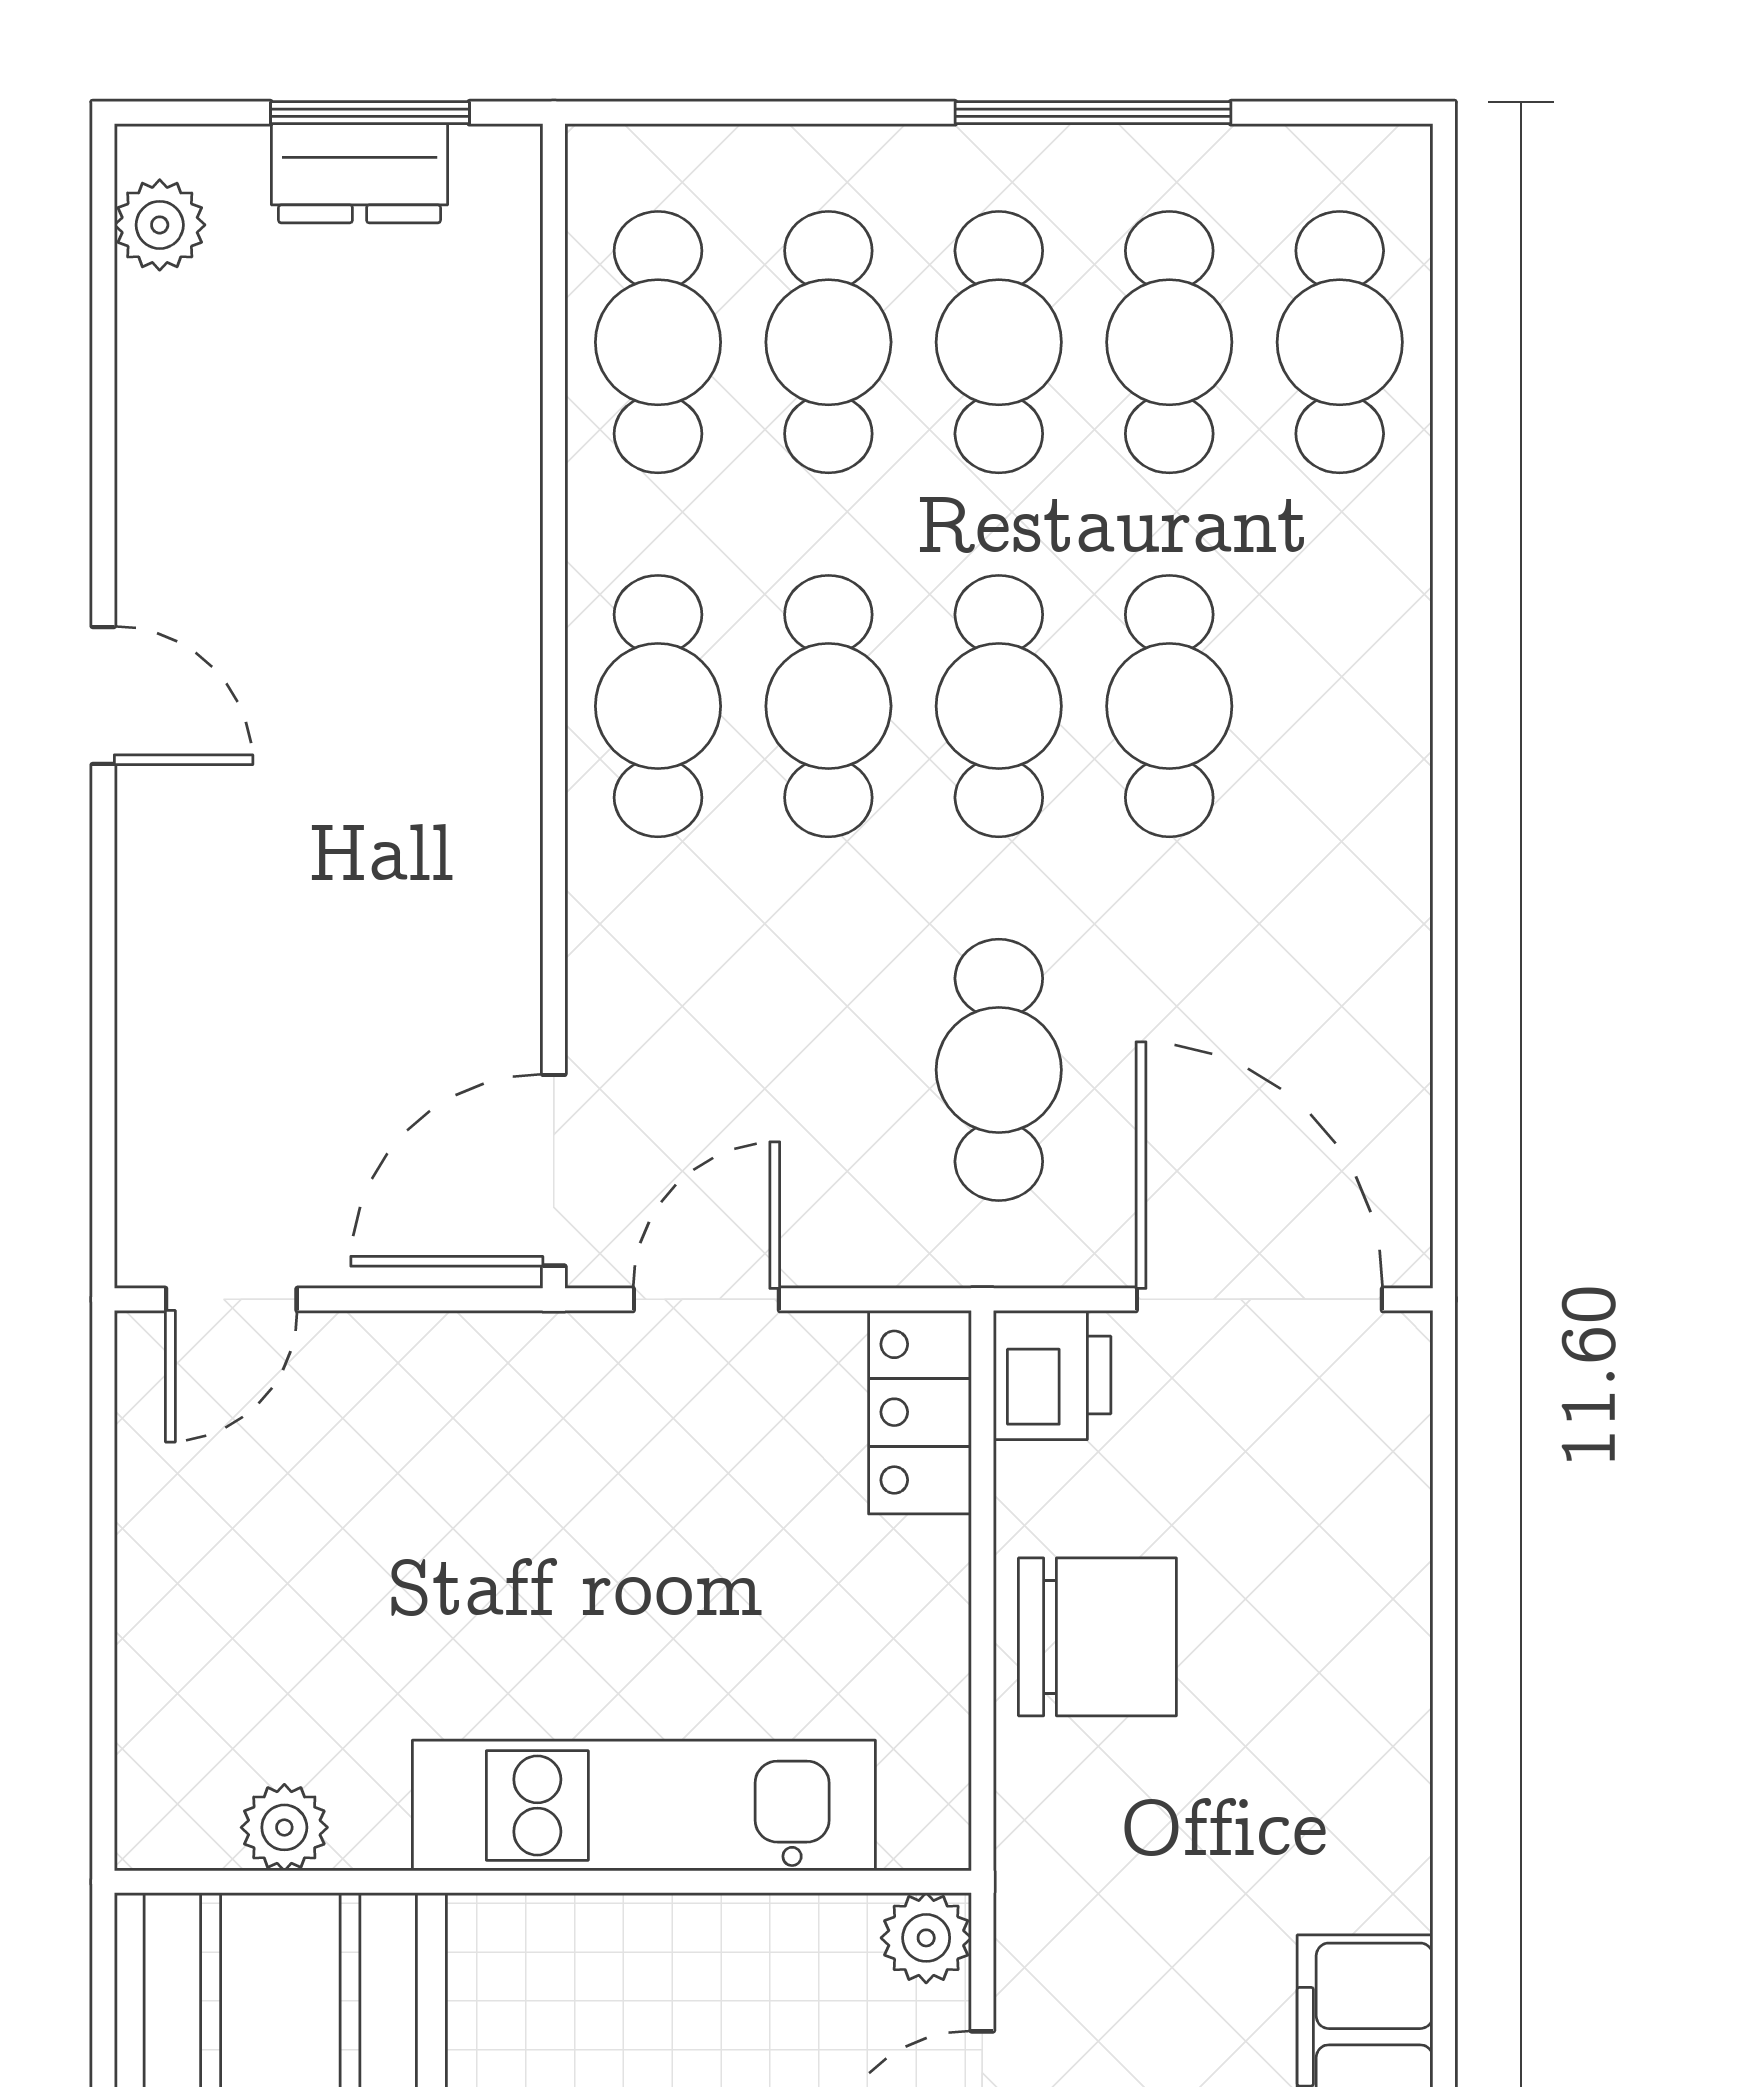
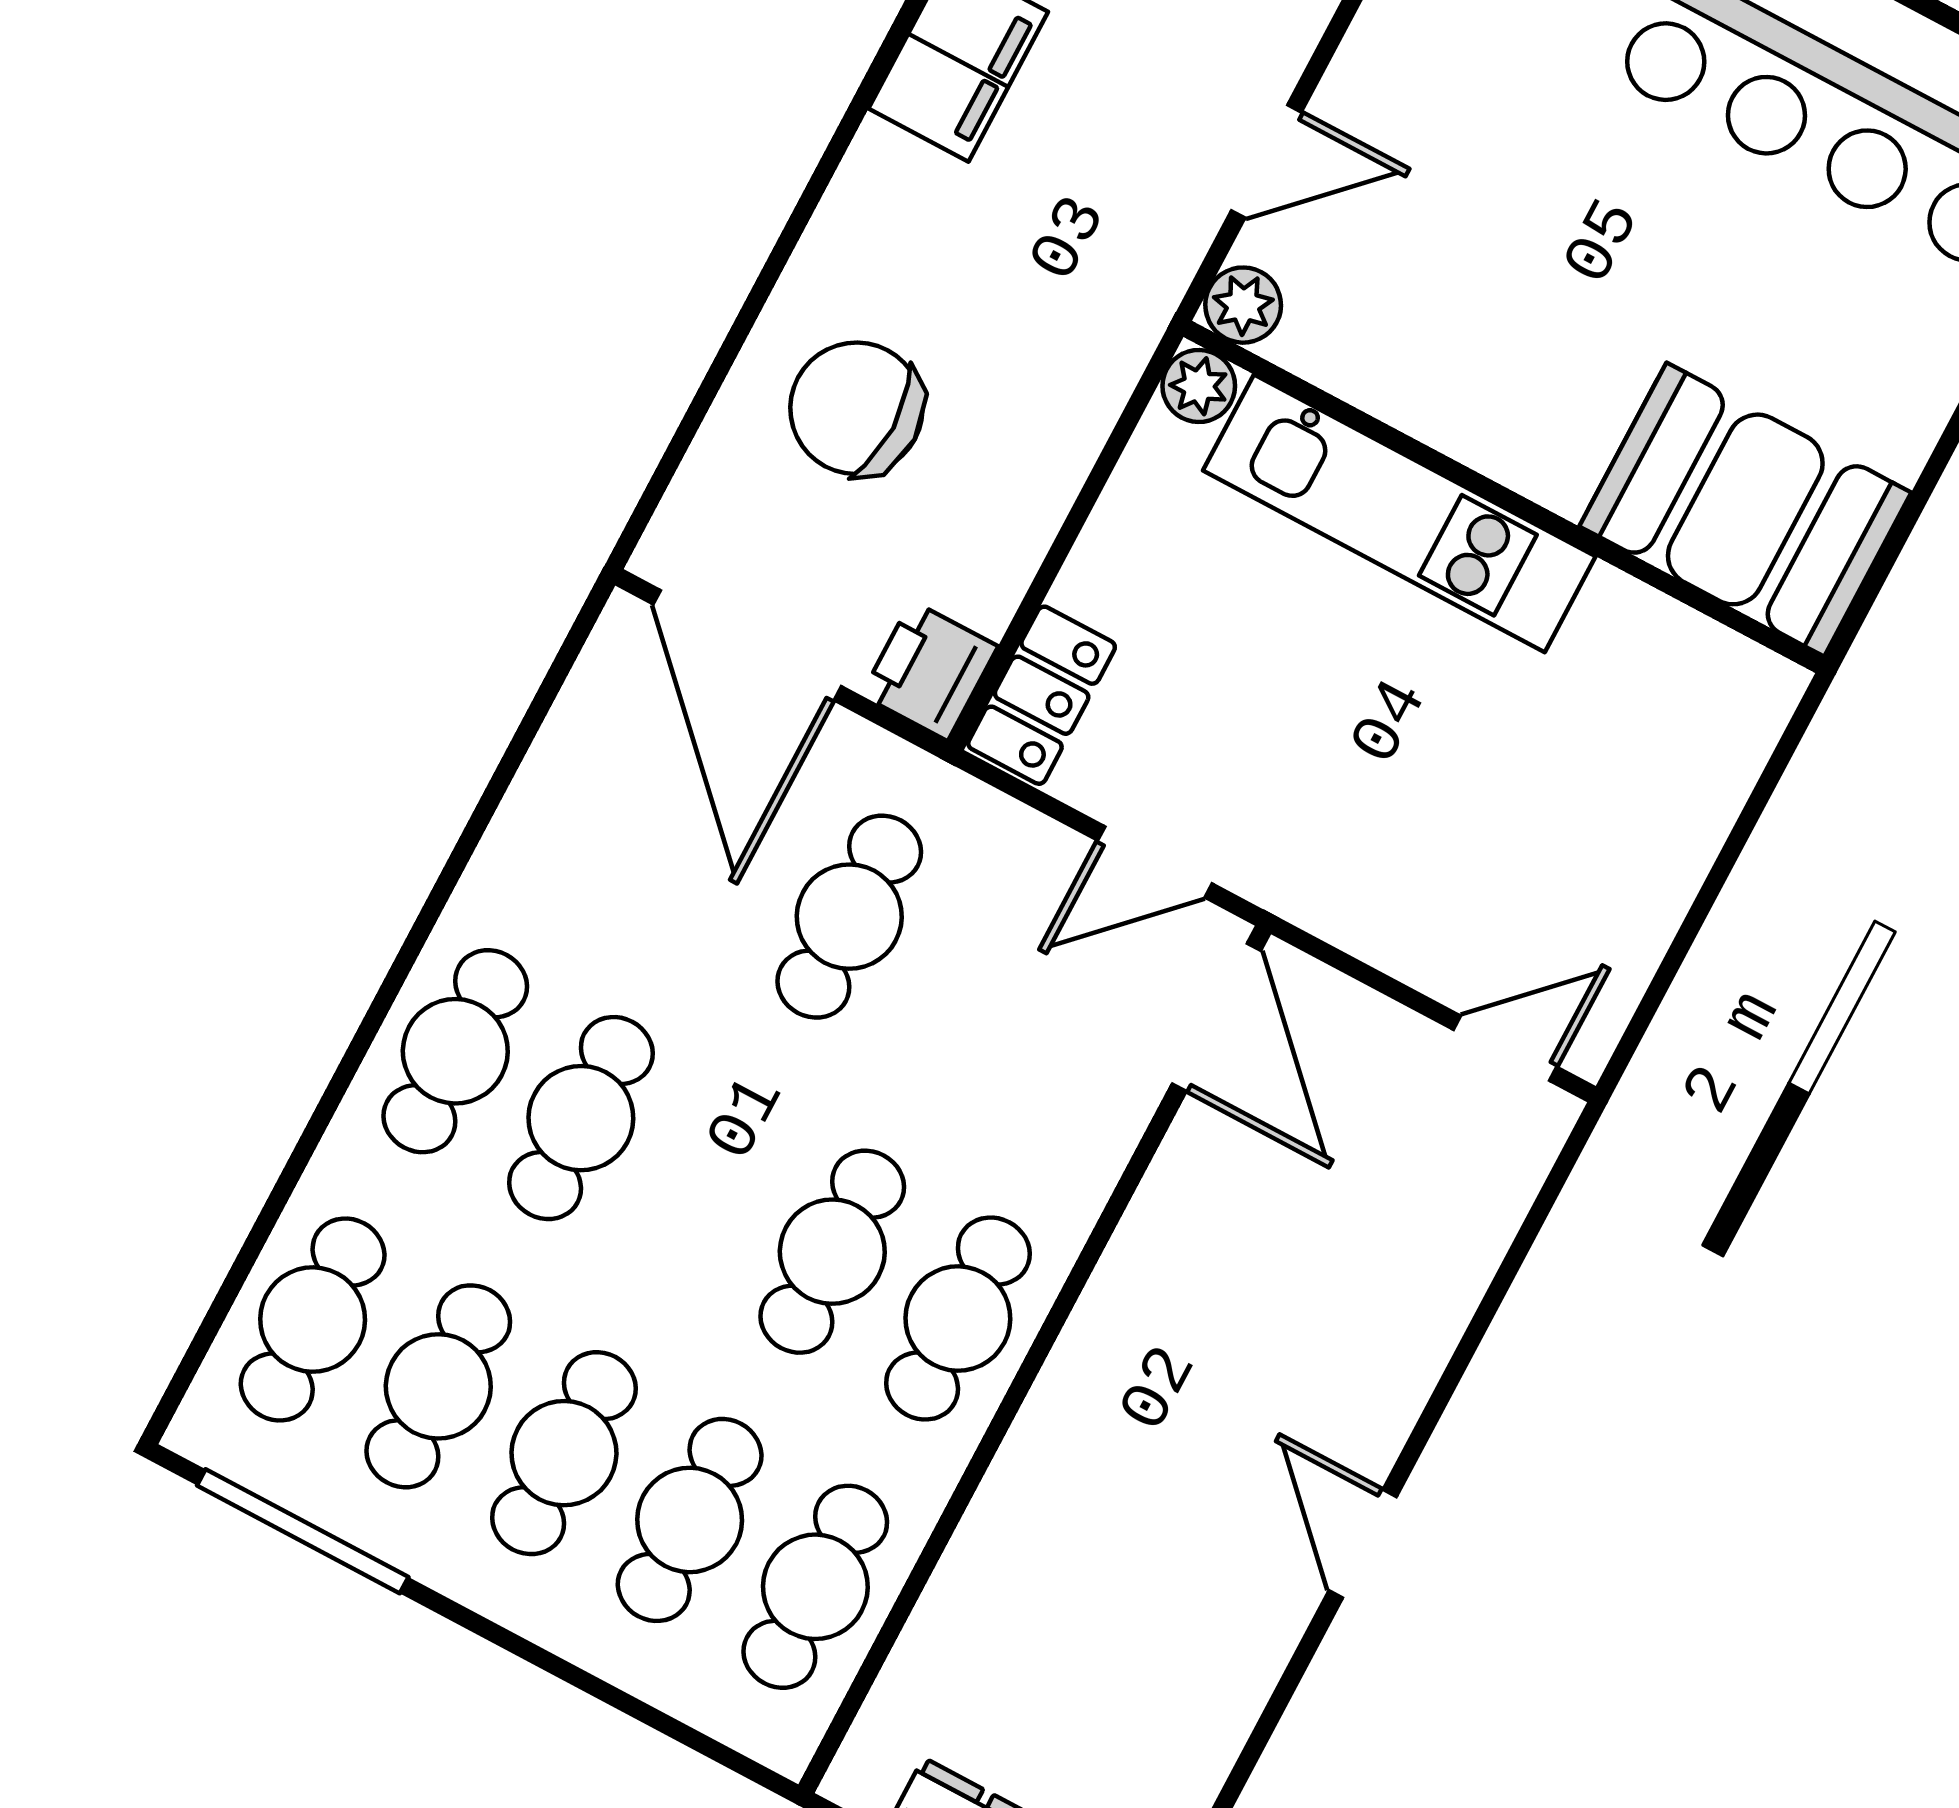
window: (1093, 113) -> (303, 1531), moved
cafe table: (999, 706) -> (455, 1051), moved
door: (554, 1170) -> (1217, 1017), hinge flipped
chair: (1097, 1637) -> (856, 408), moved
plant: (284, 1827) -> (1199, 386), moved

